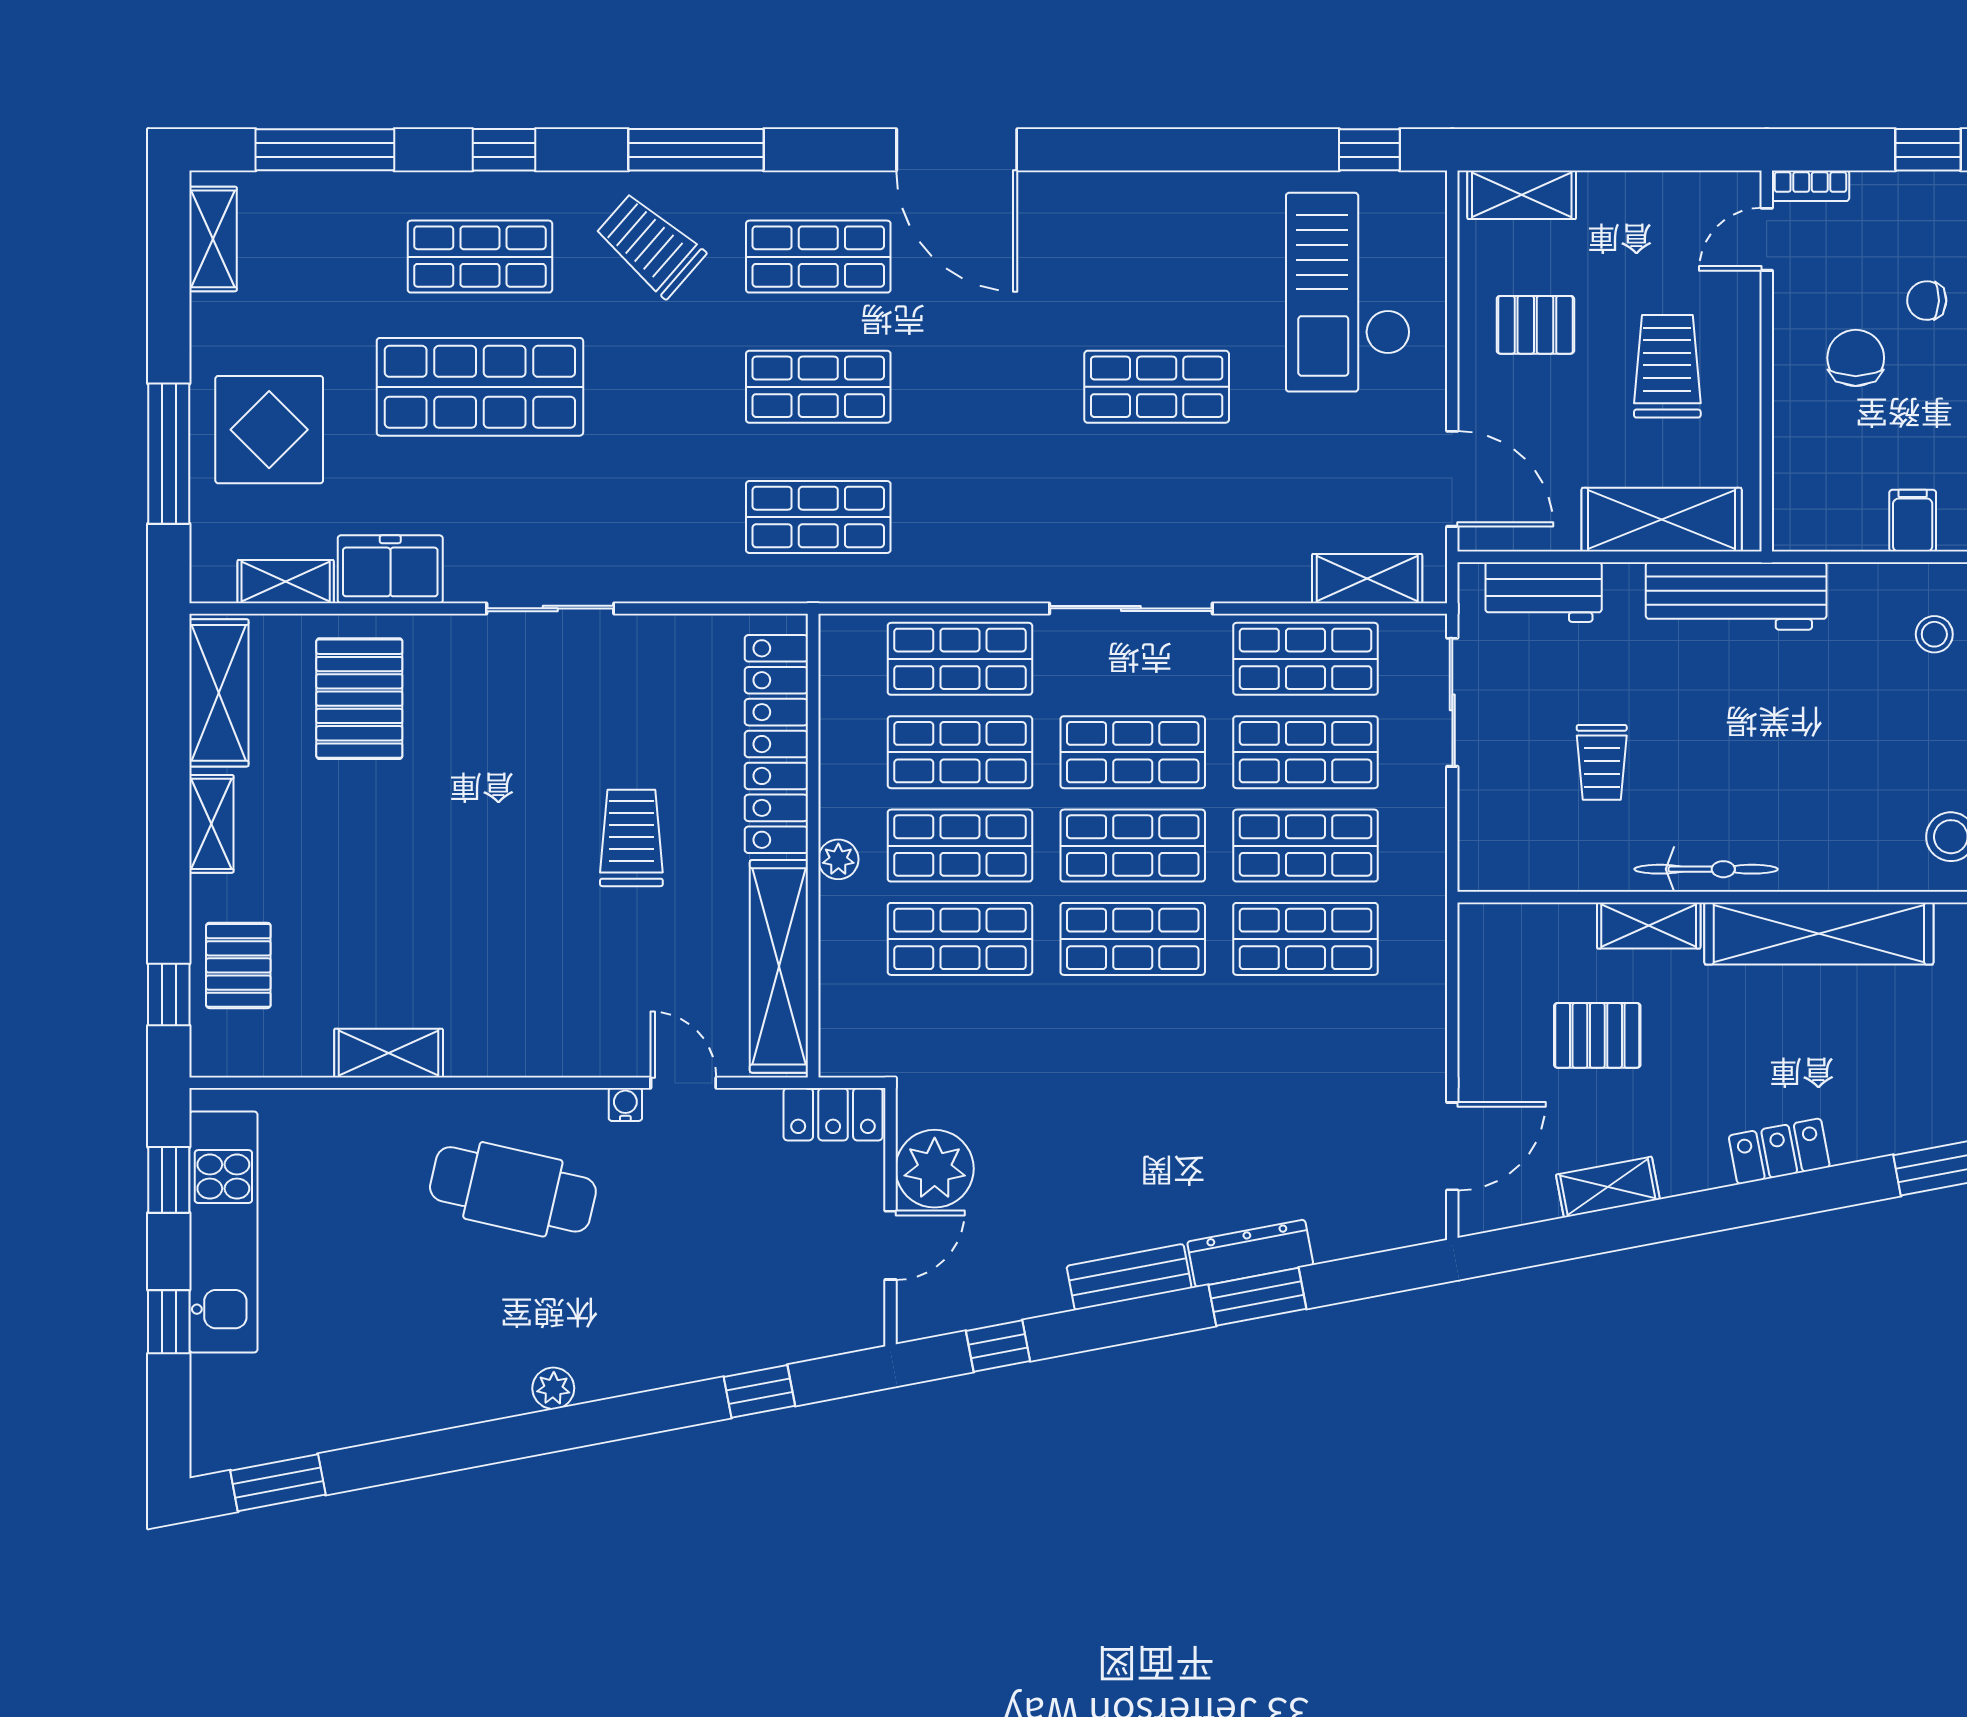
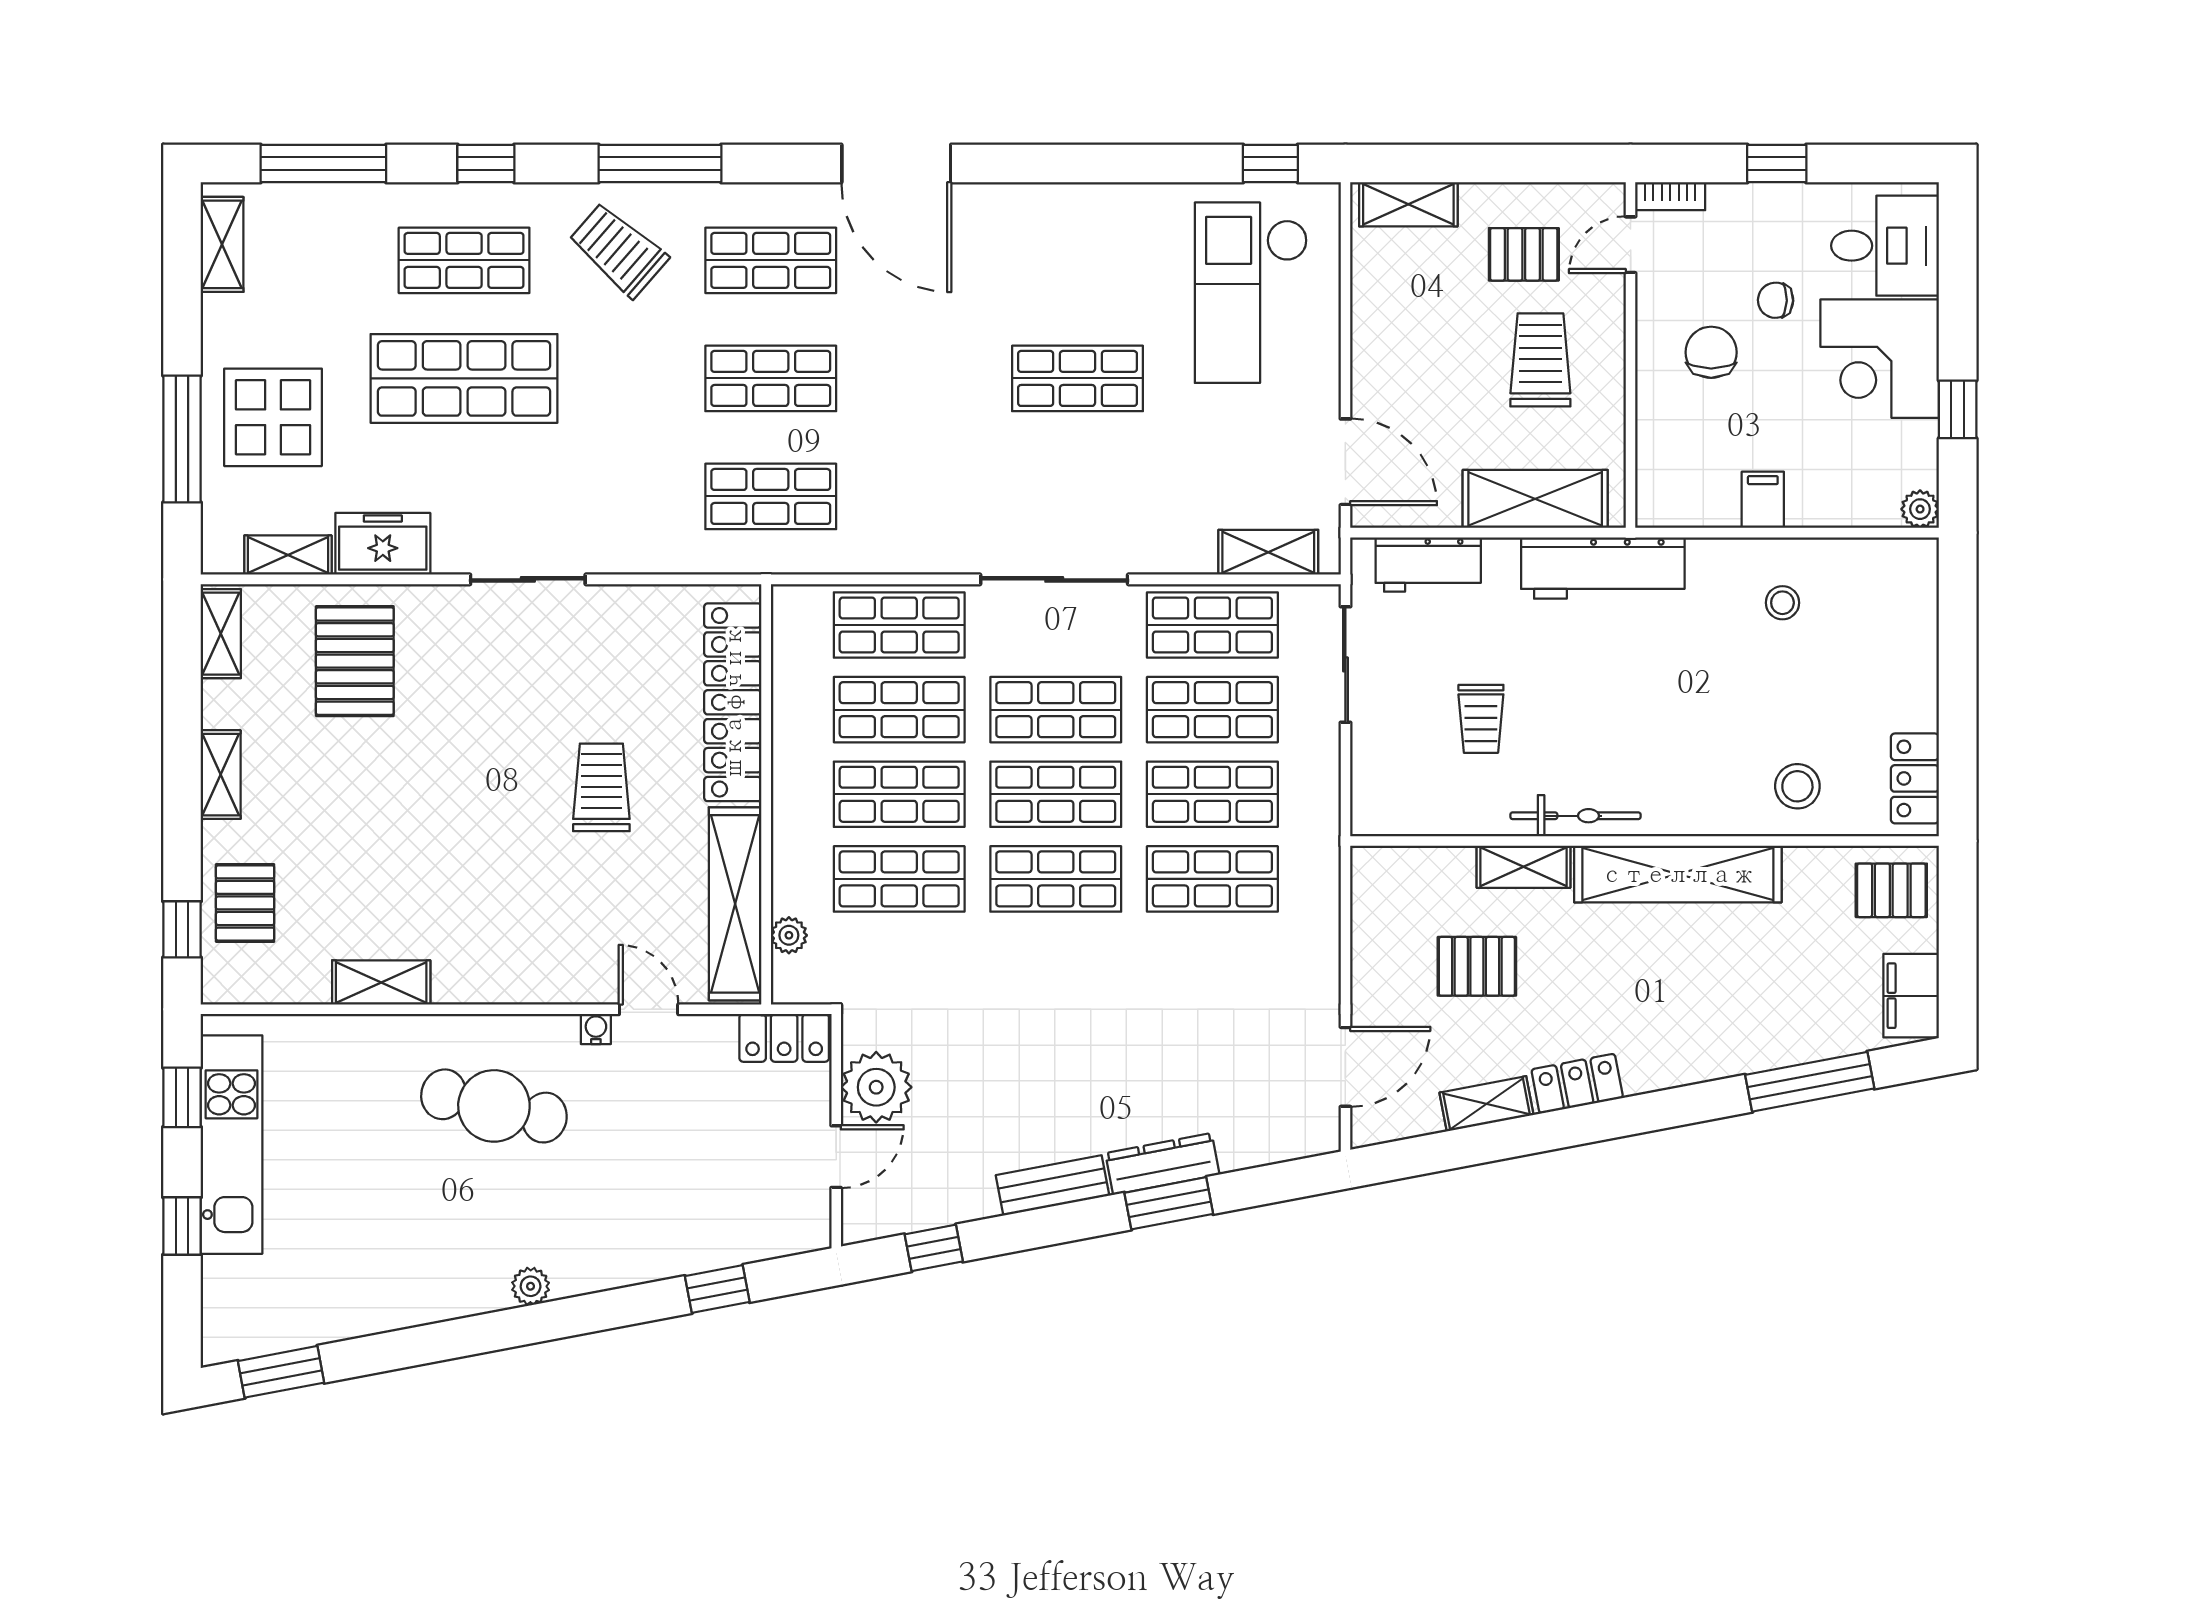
pallet: (1535, 325) -> (1524, 254), moved
shelving: (219, 693) -> (221, 634), width x0.67, depth x0.75
plant: (838, 859) -> (789, 935), moved
locker: (1779, 1151) -> (1577, 1084), moved

